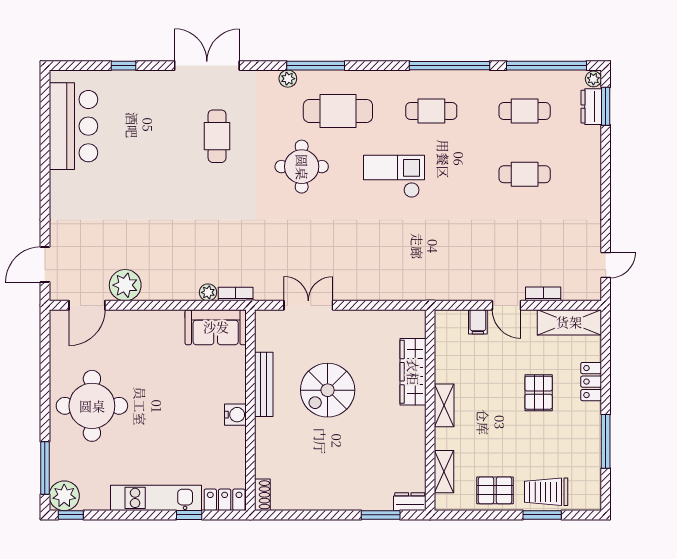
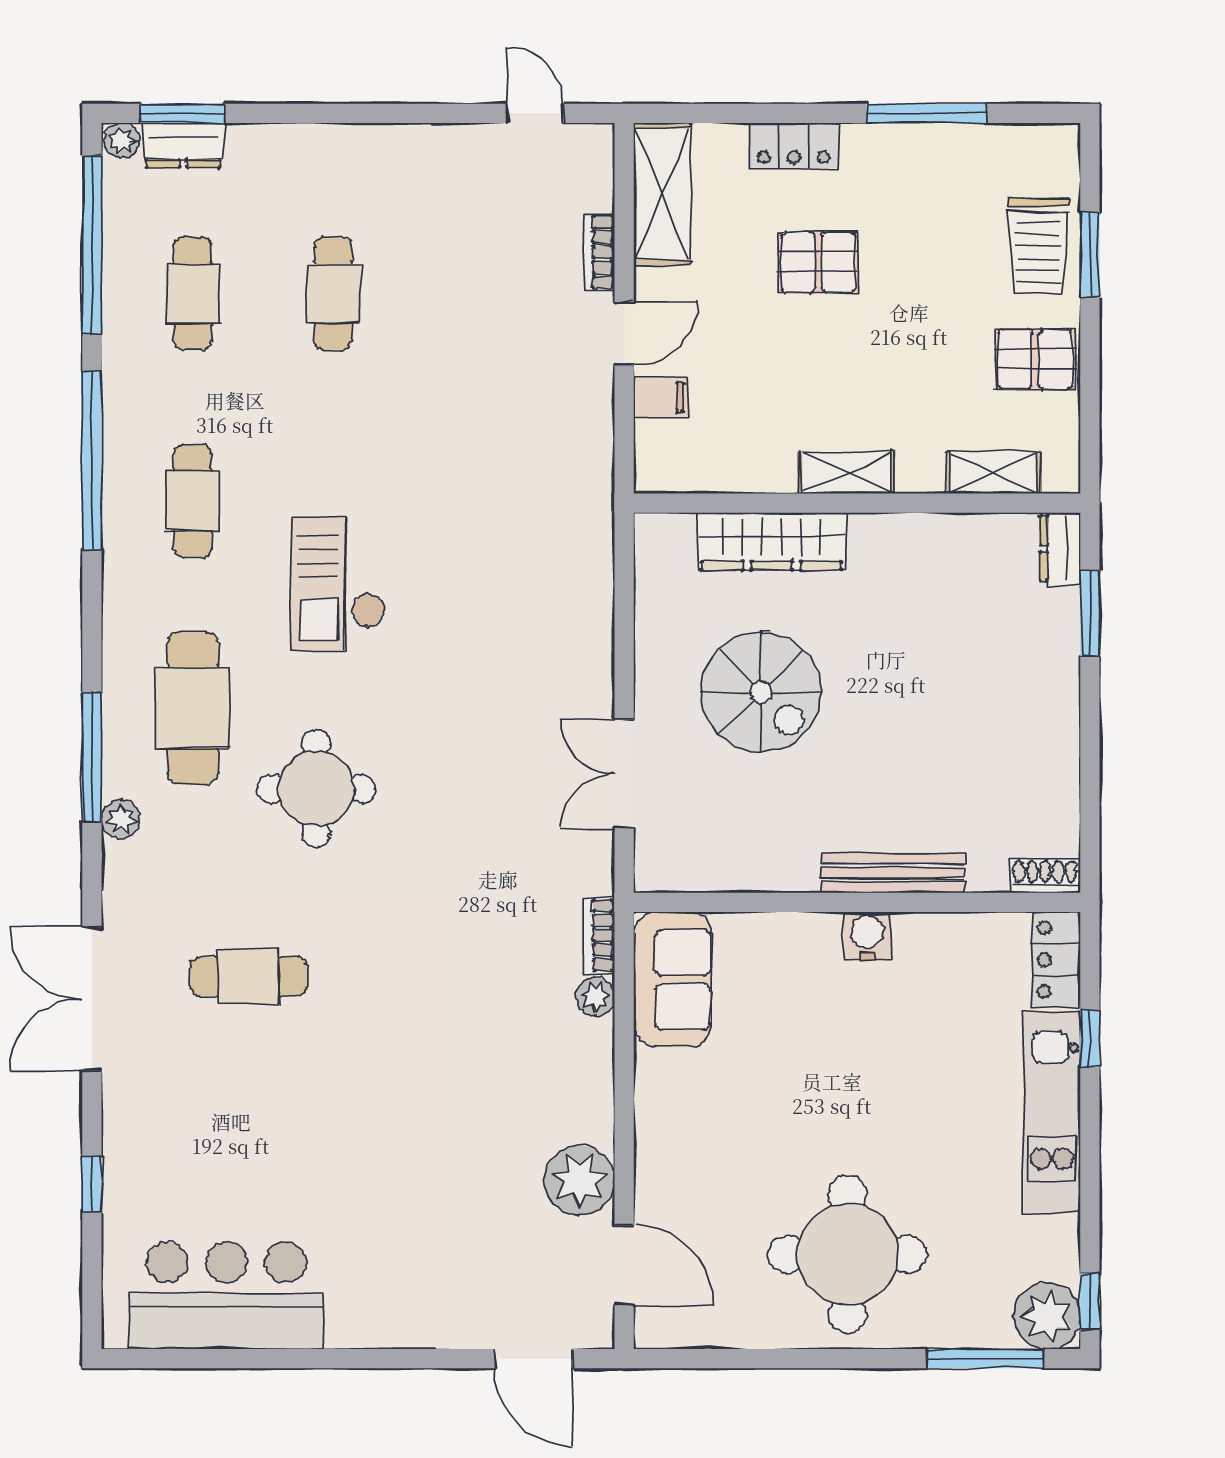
bench: (264, 384) -> (893, 873), moved
spiral stairs: (328, 390) -> (761, 692), moved
pallet: (495, 490) -> (1035, 359), turned 90

